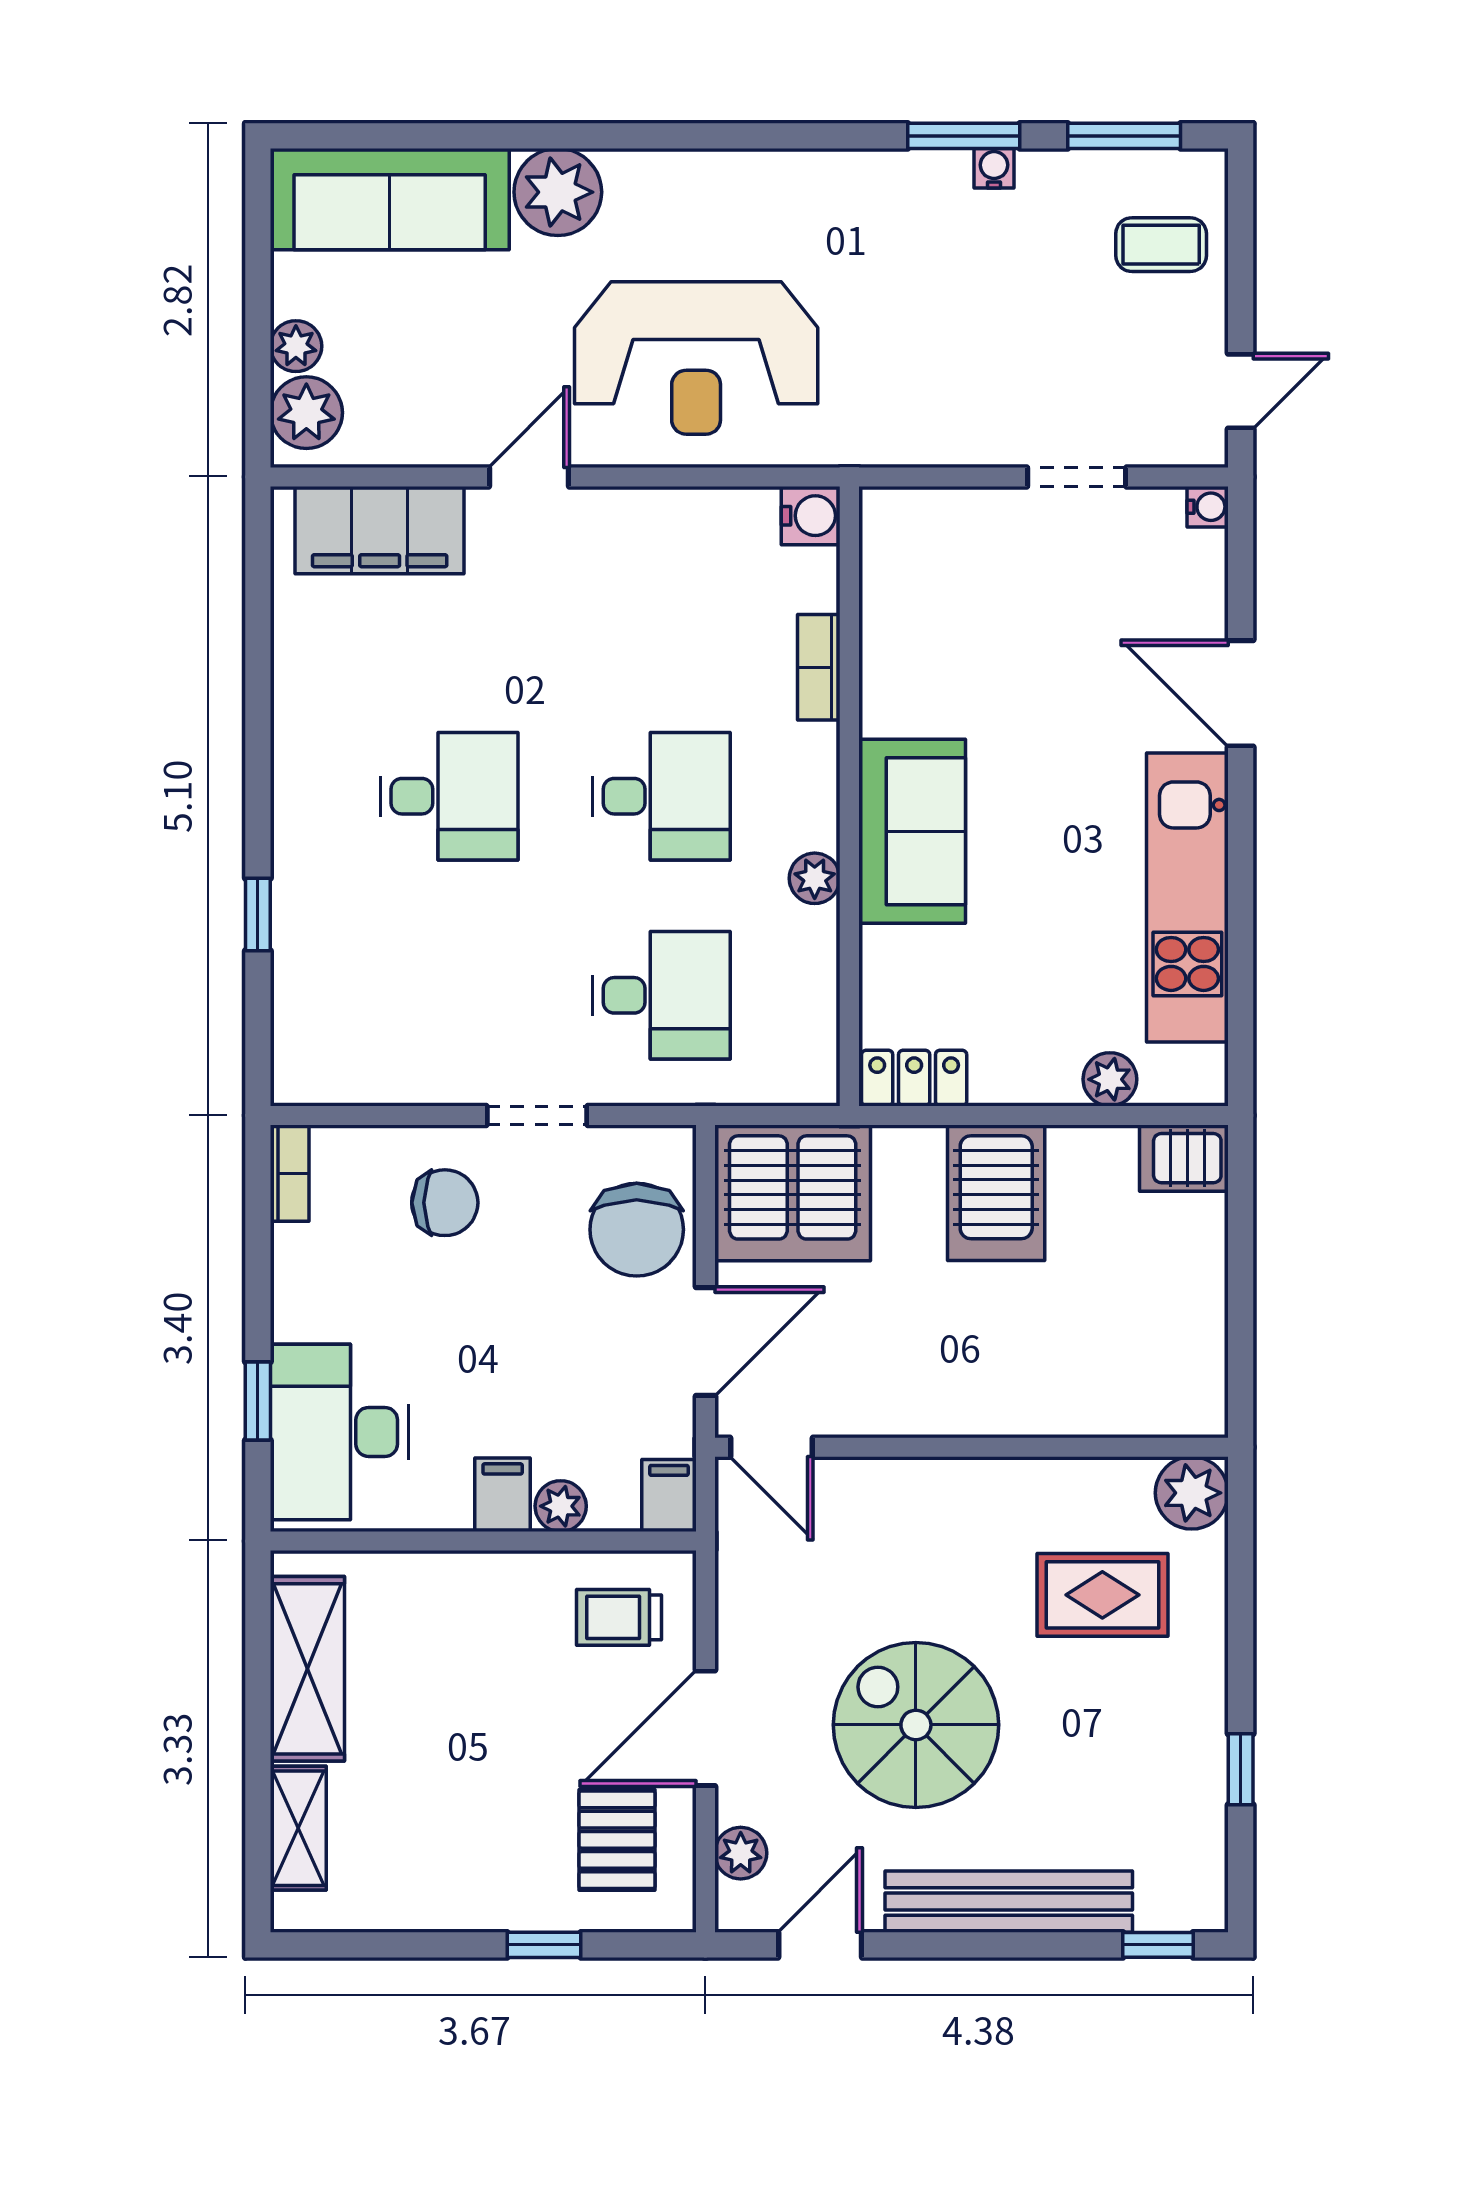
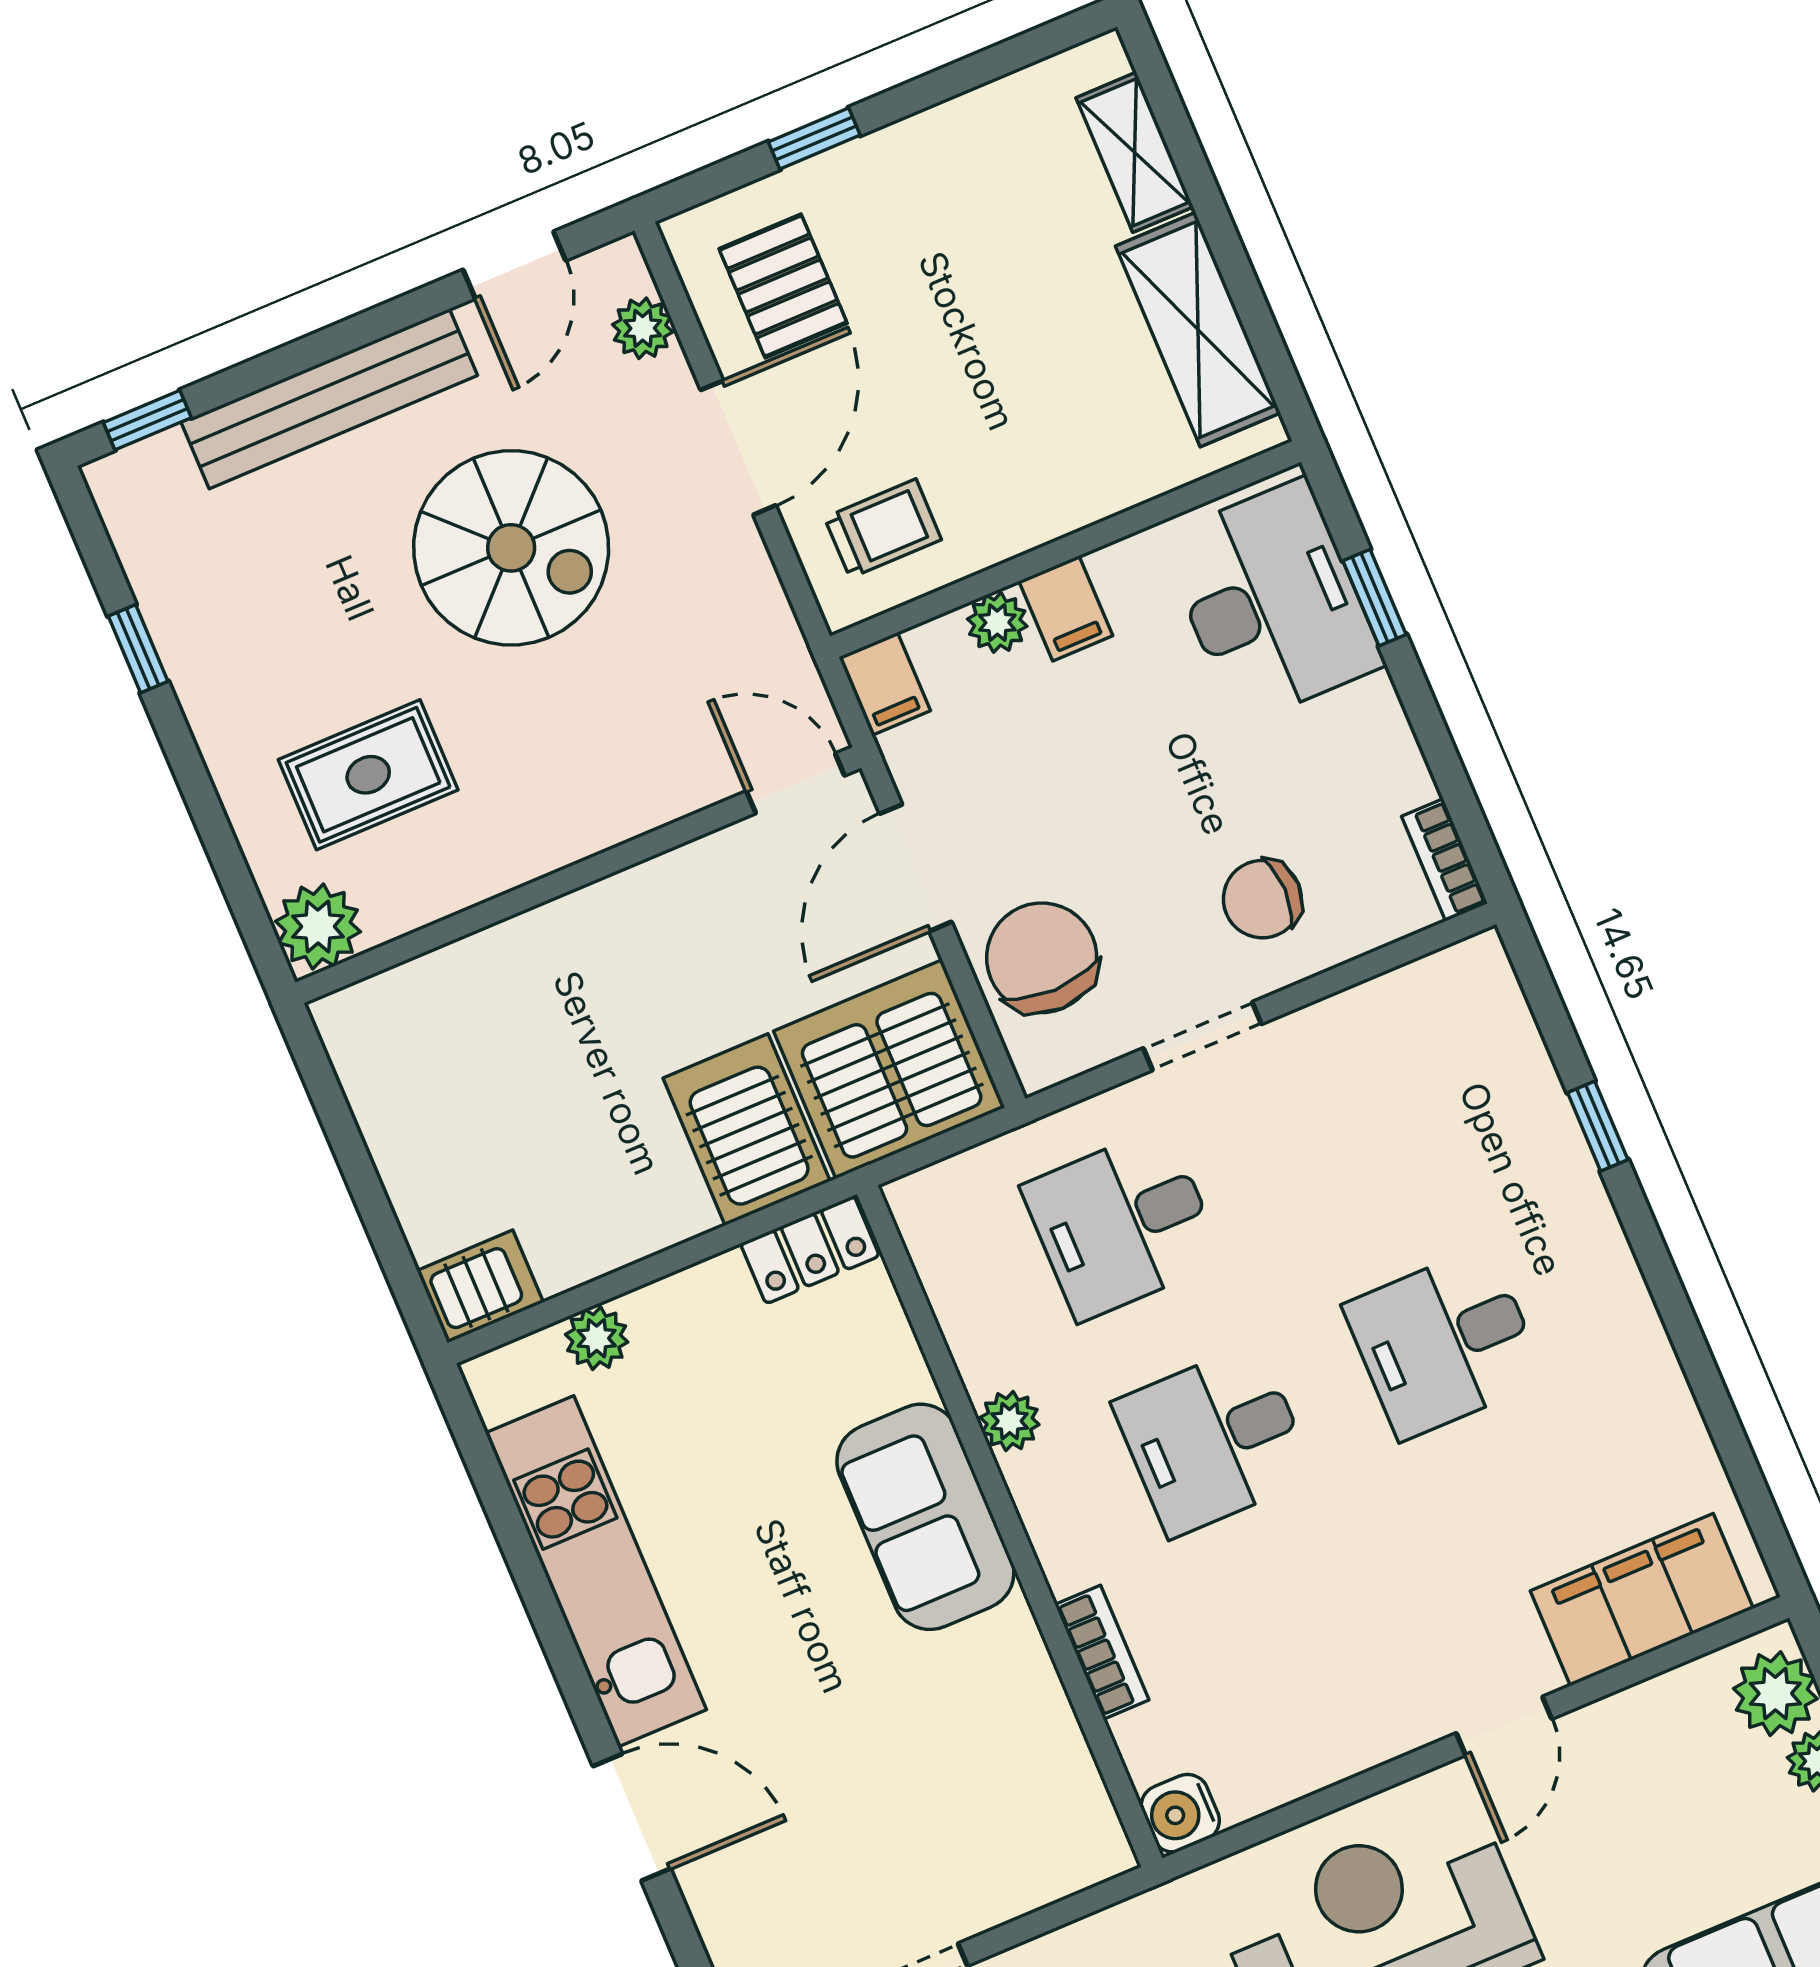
server rack: (996, 1193) -> (747, 1130), moved

